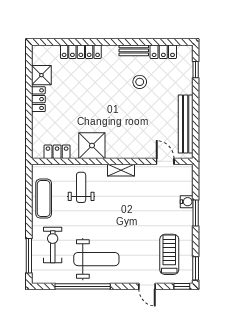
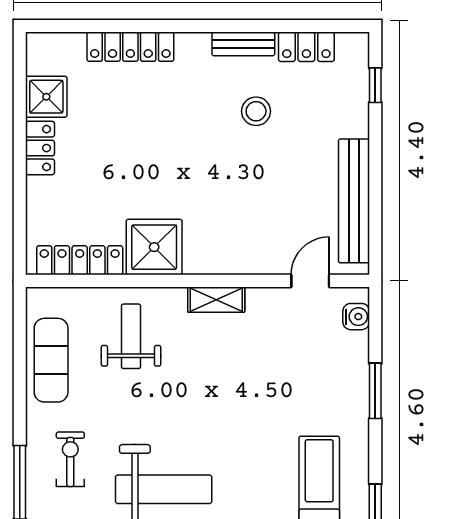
locker: (57, 152) -> (80, 260), width x1.53
door: (165, 161) -> (310, 281), hinge flipped
water cooler: (187, 202) -> (356, 317), moved
exercise bike: (53, 245) -> (70, 459), width x0.73, depth x0.72

